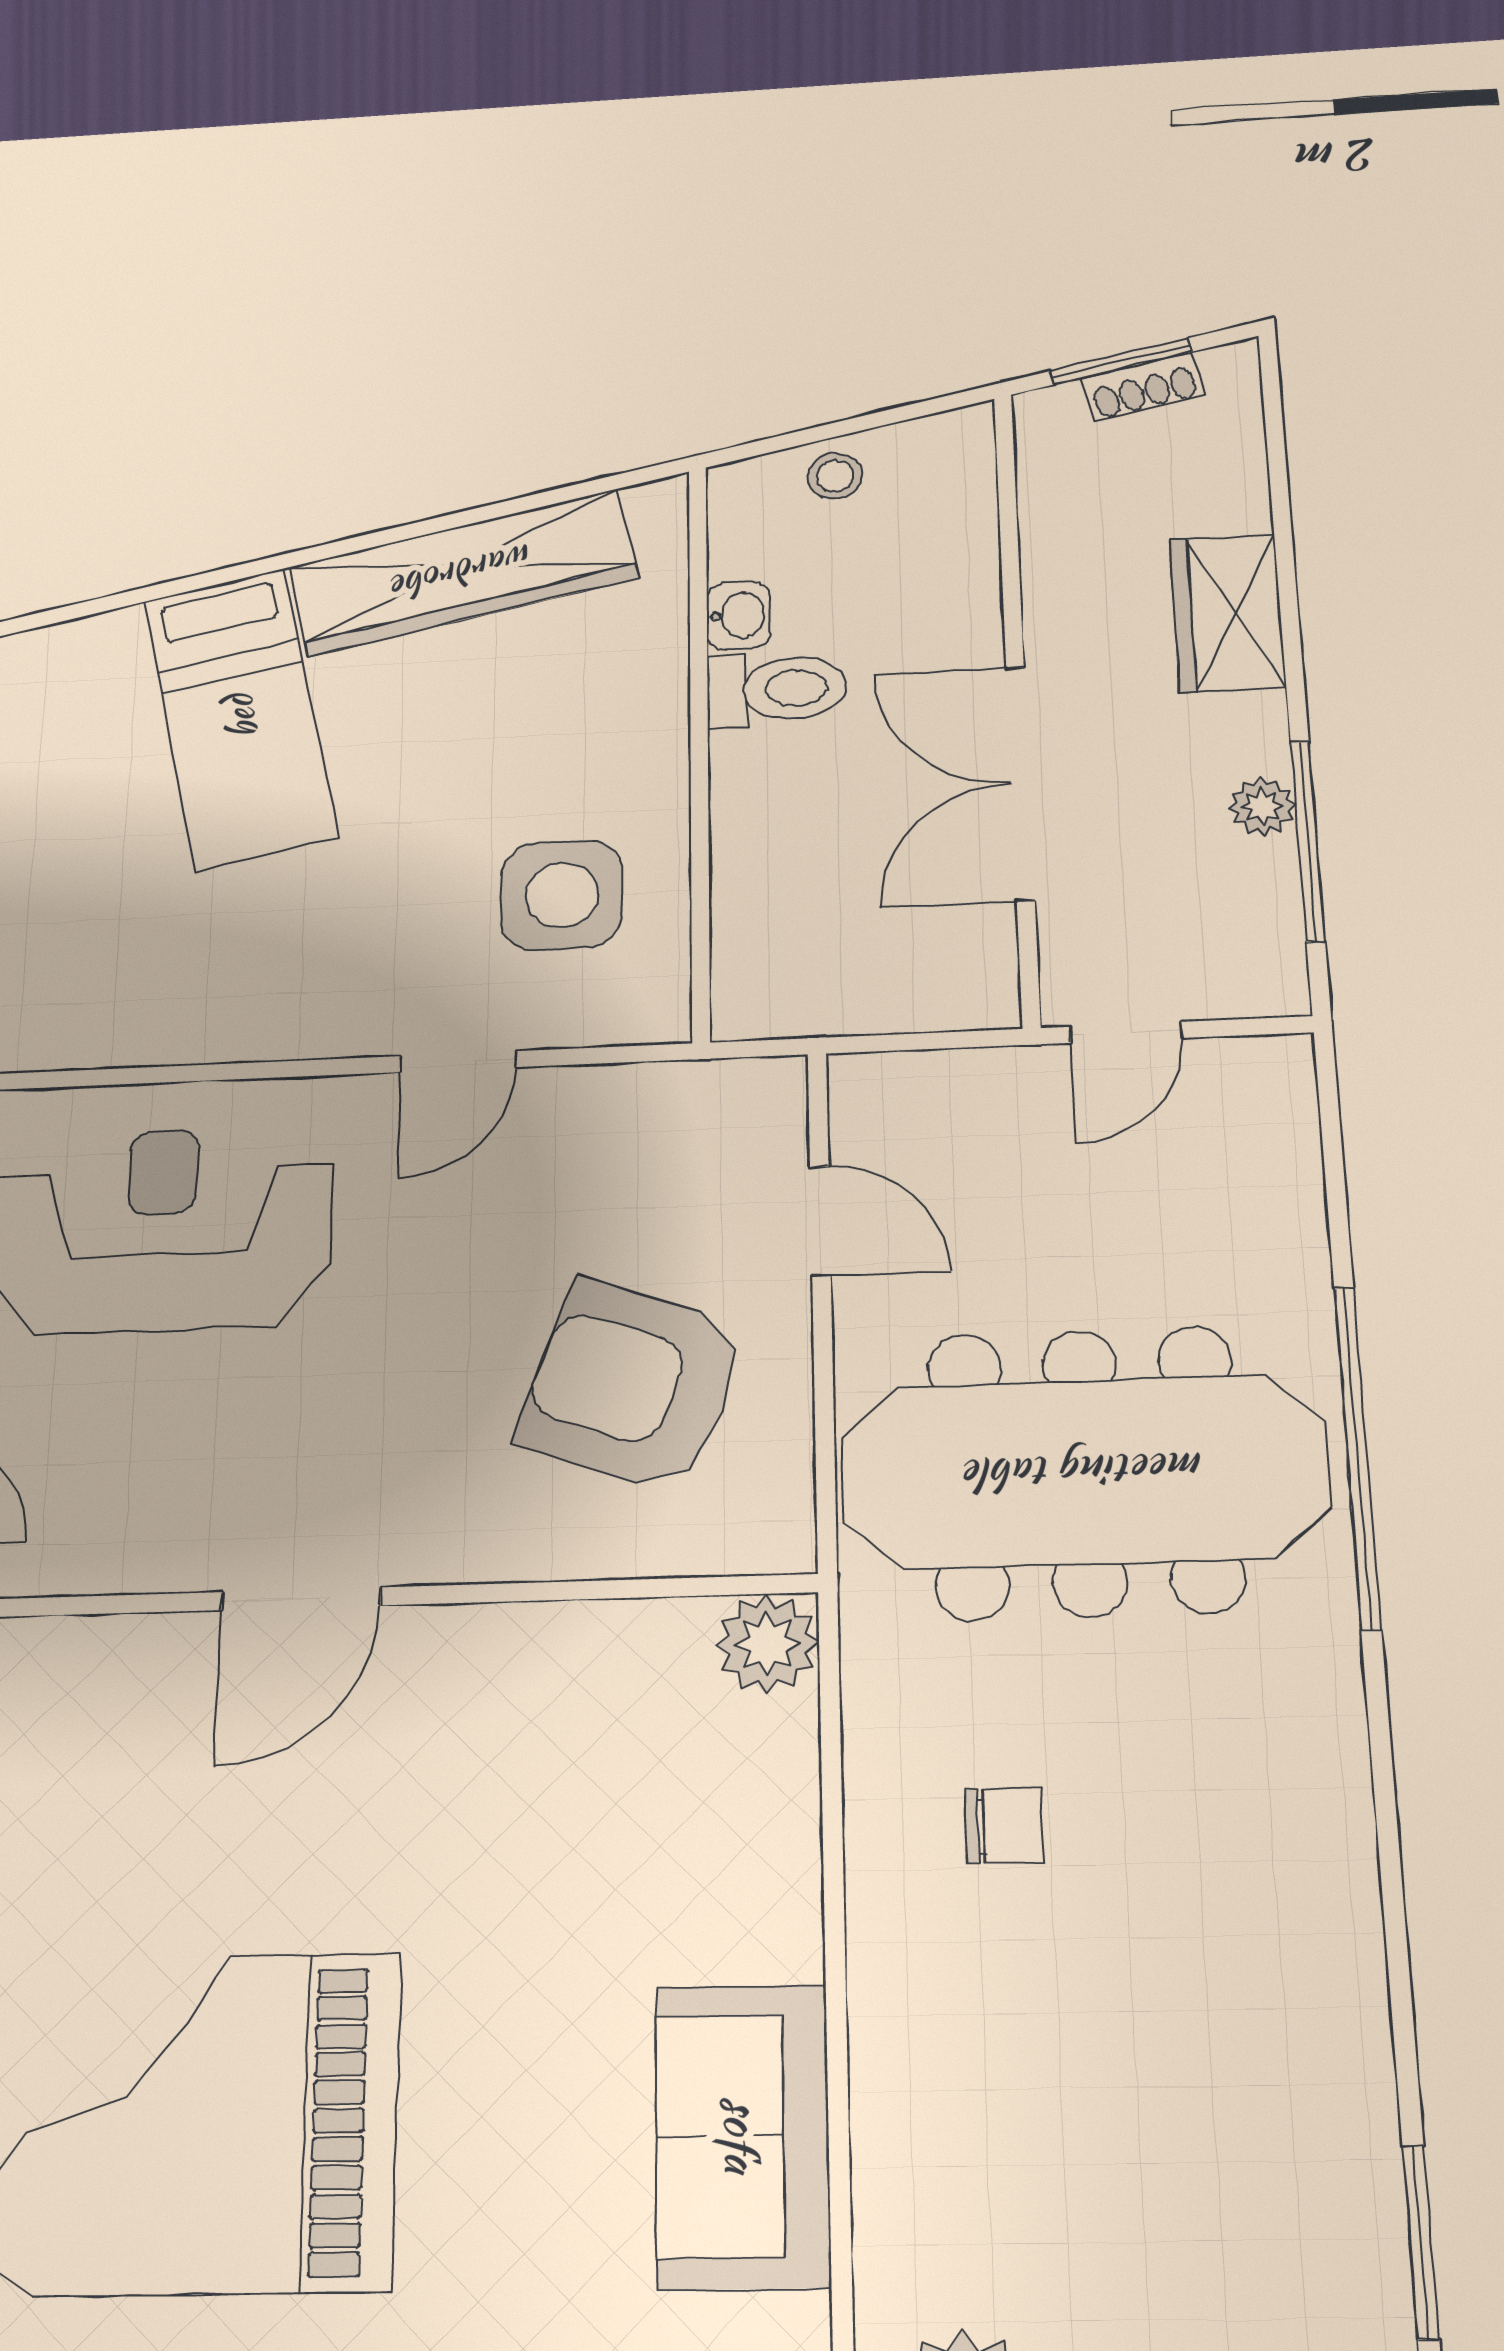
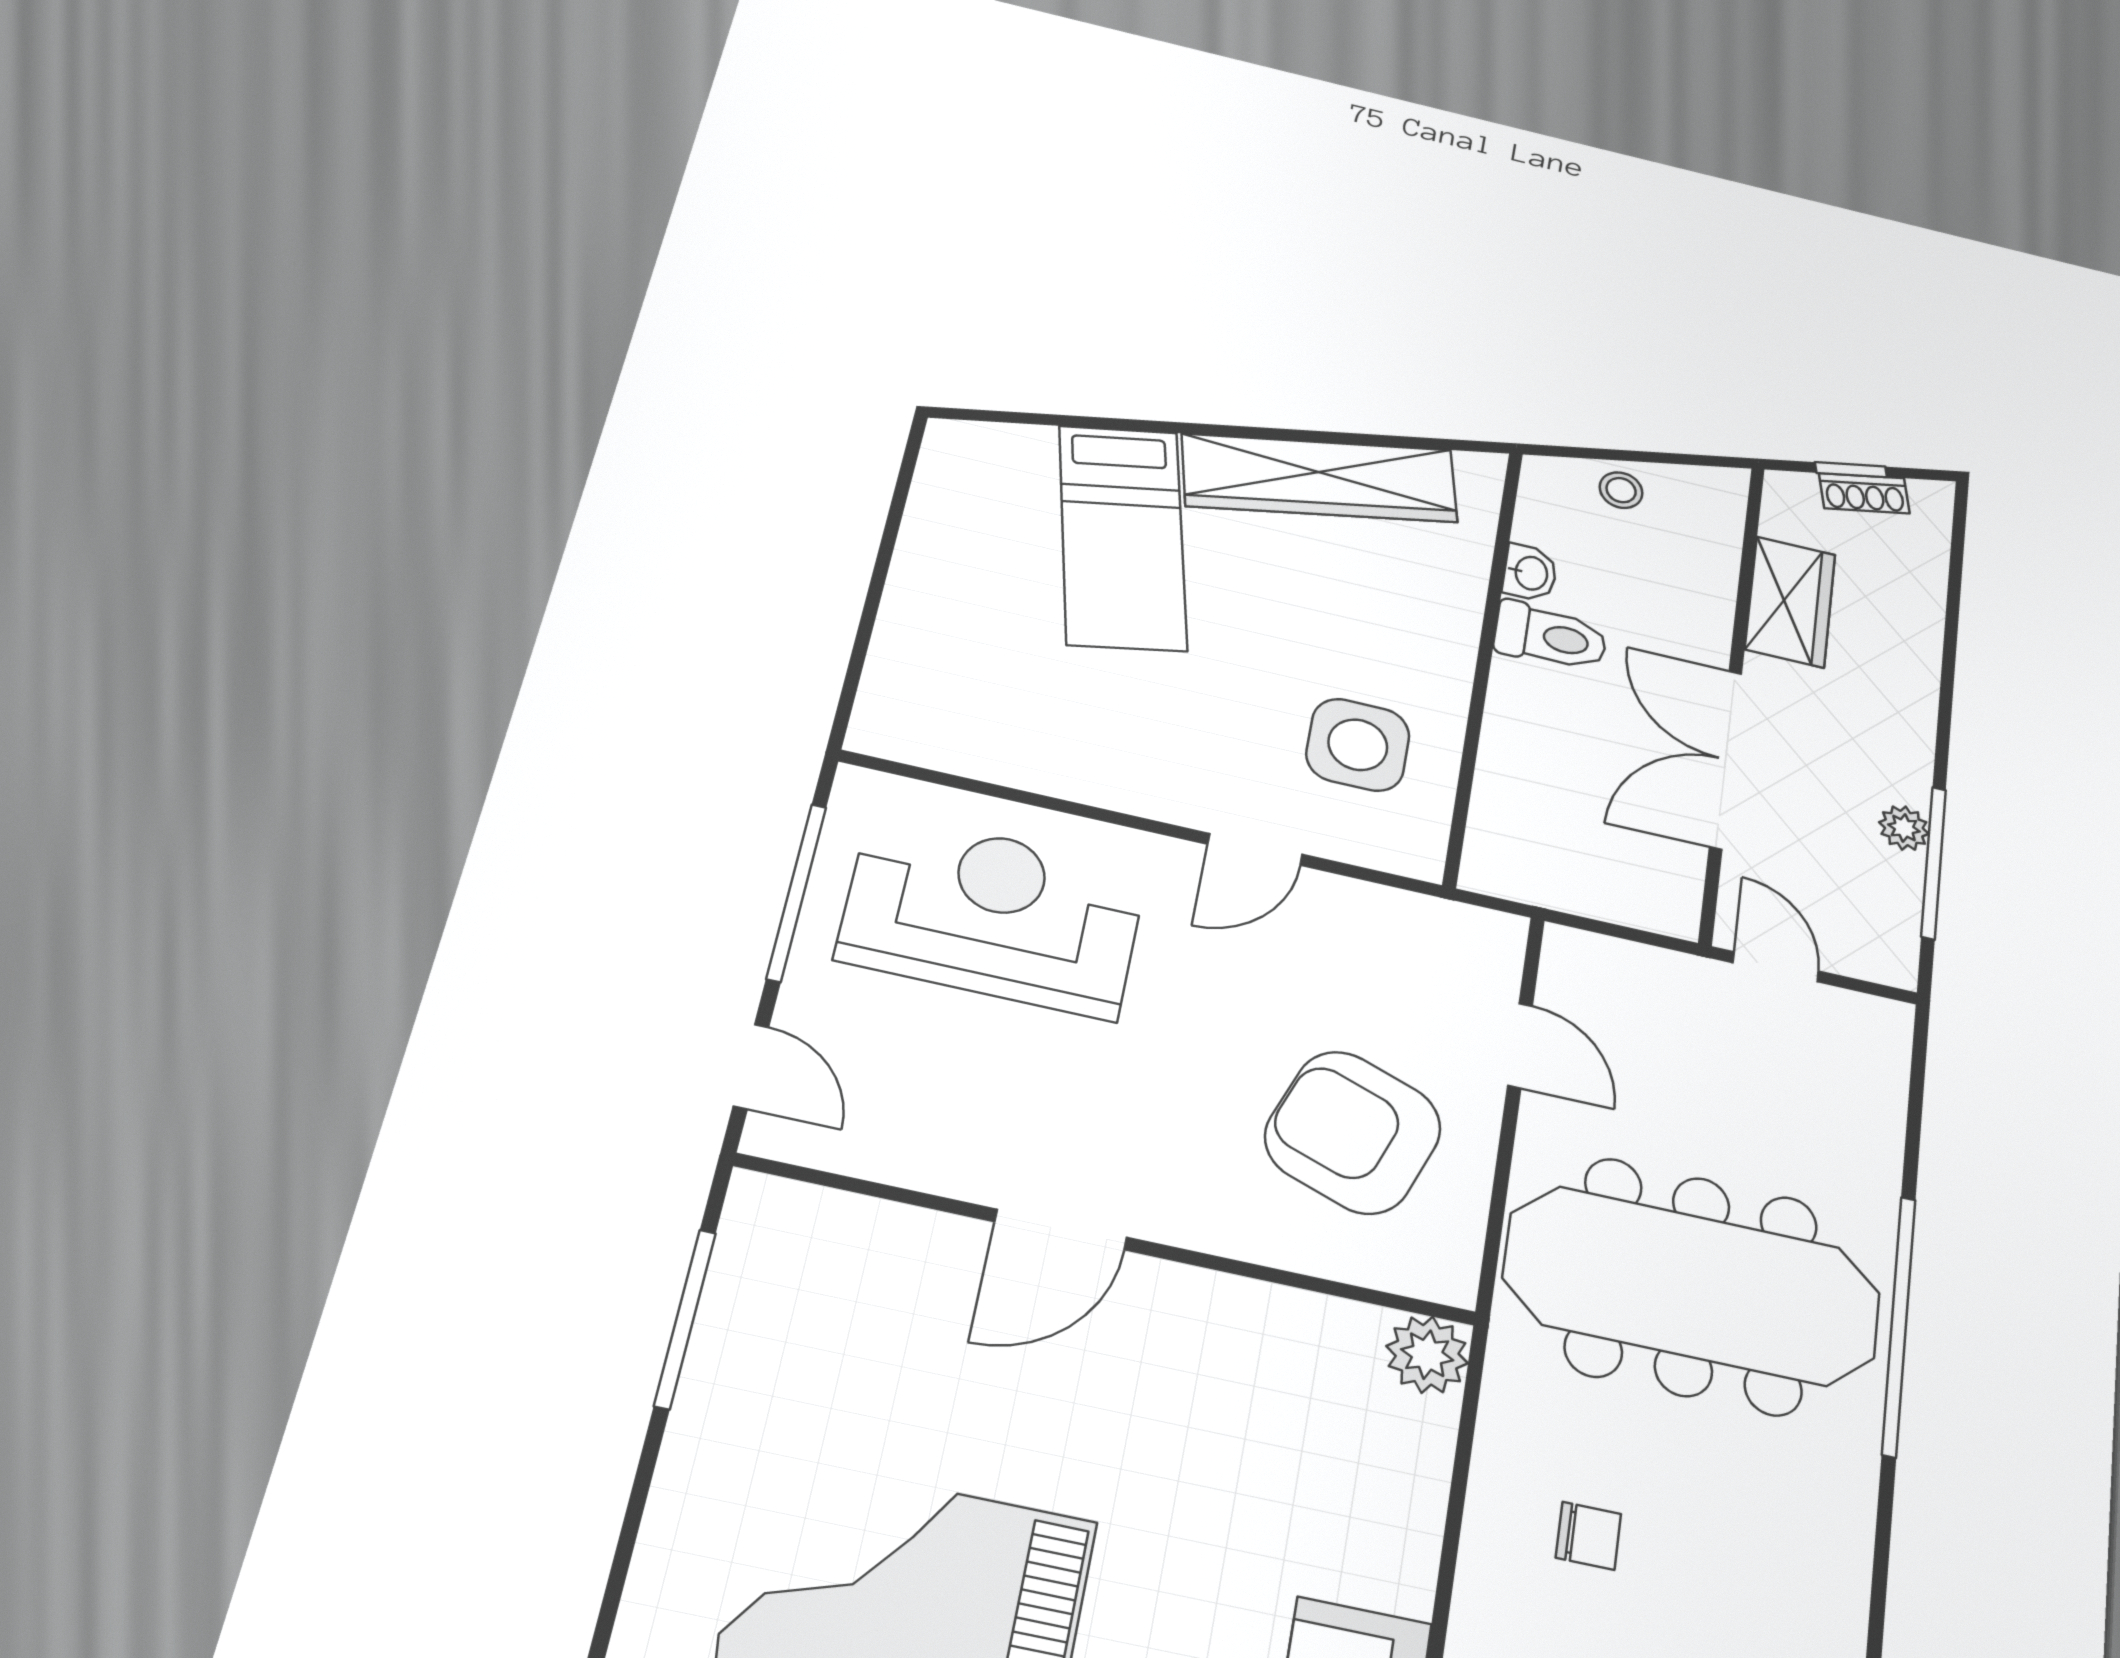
window: (1121, 361) -> (1851, 470), width x0.67
wardrobe: (1228, 613) -> (1790, 602), moved, turned 180
door: (1126, 1032) -> (1776, 967), swing flipped

